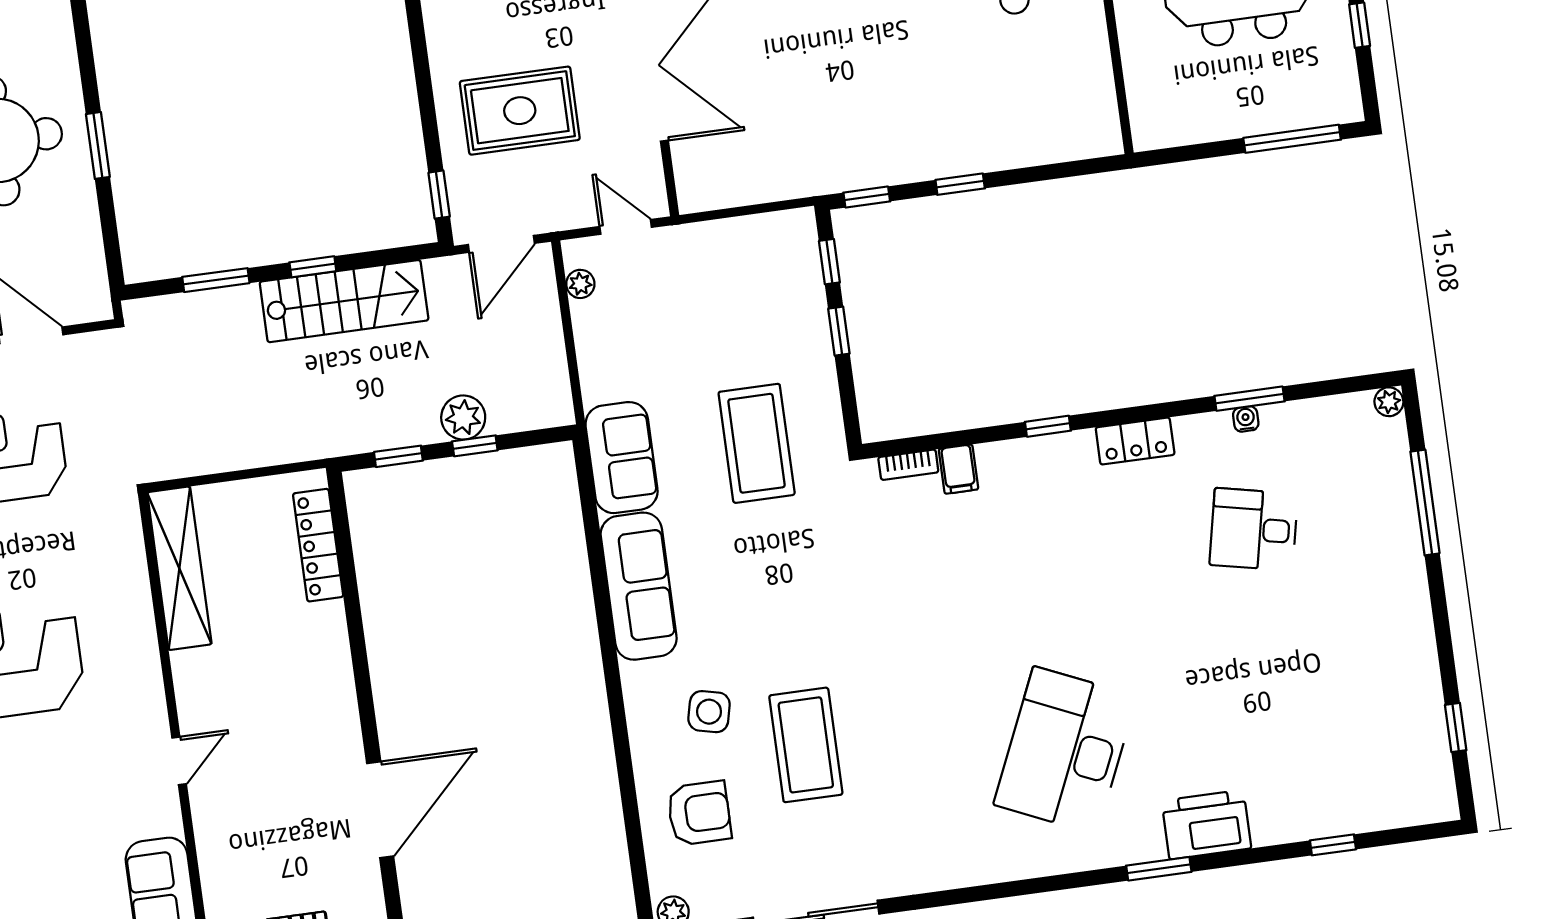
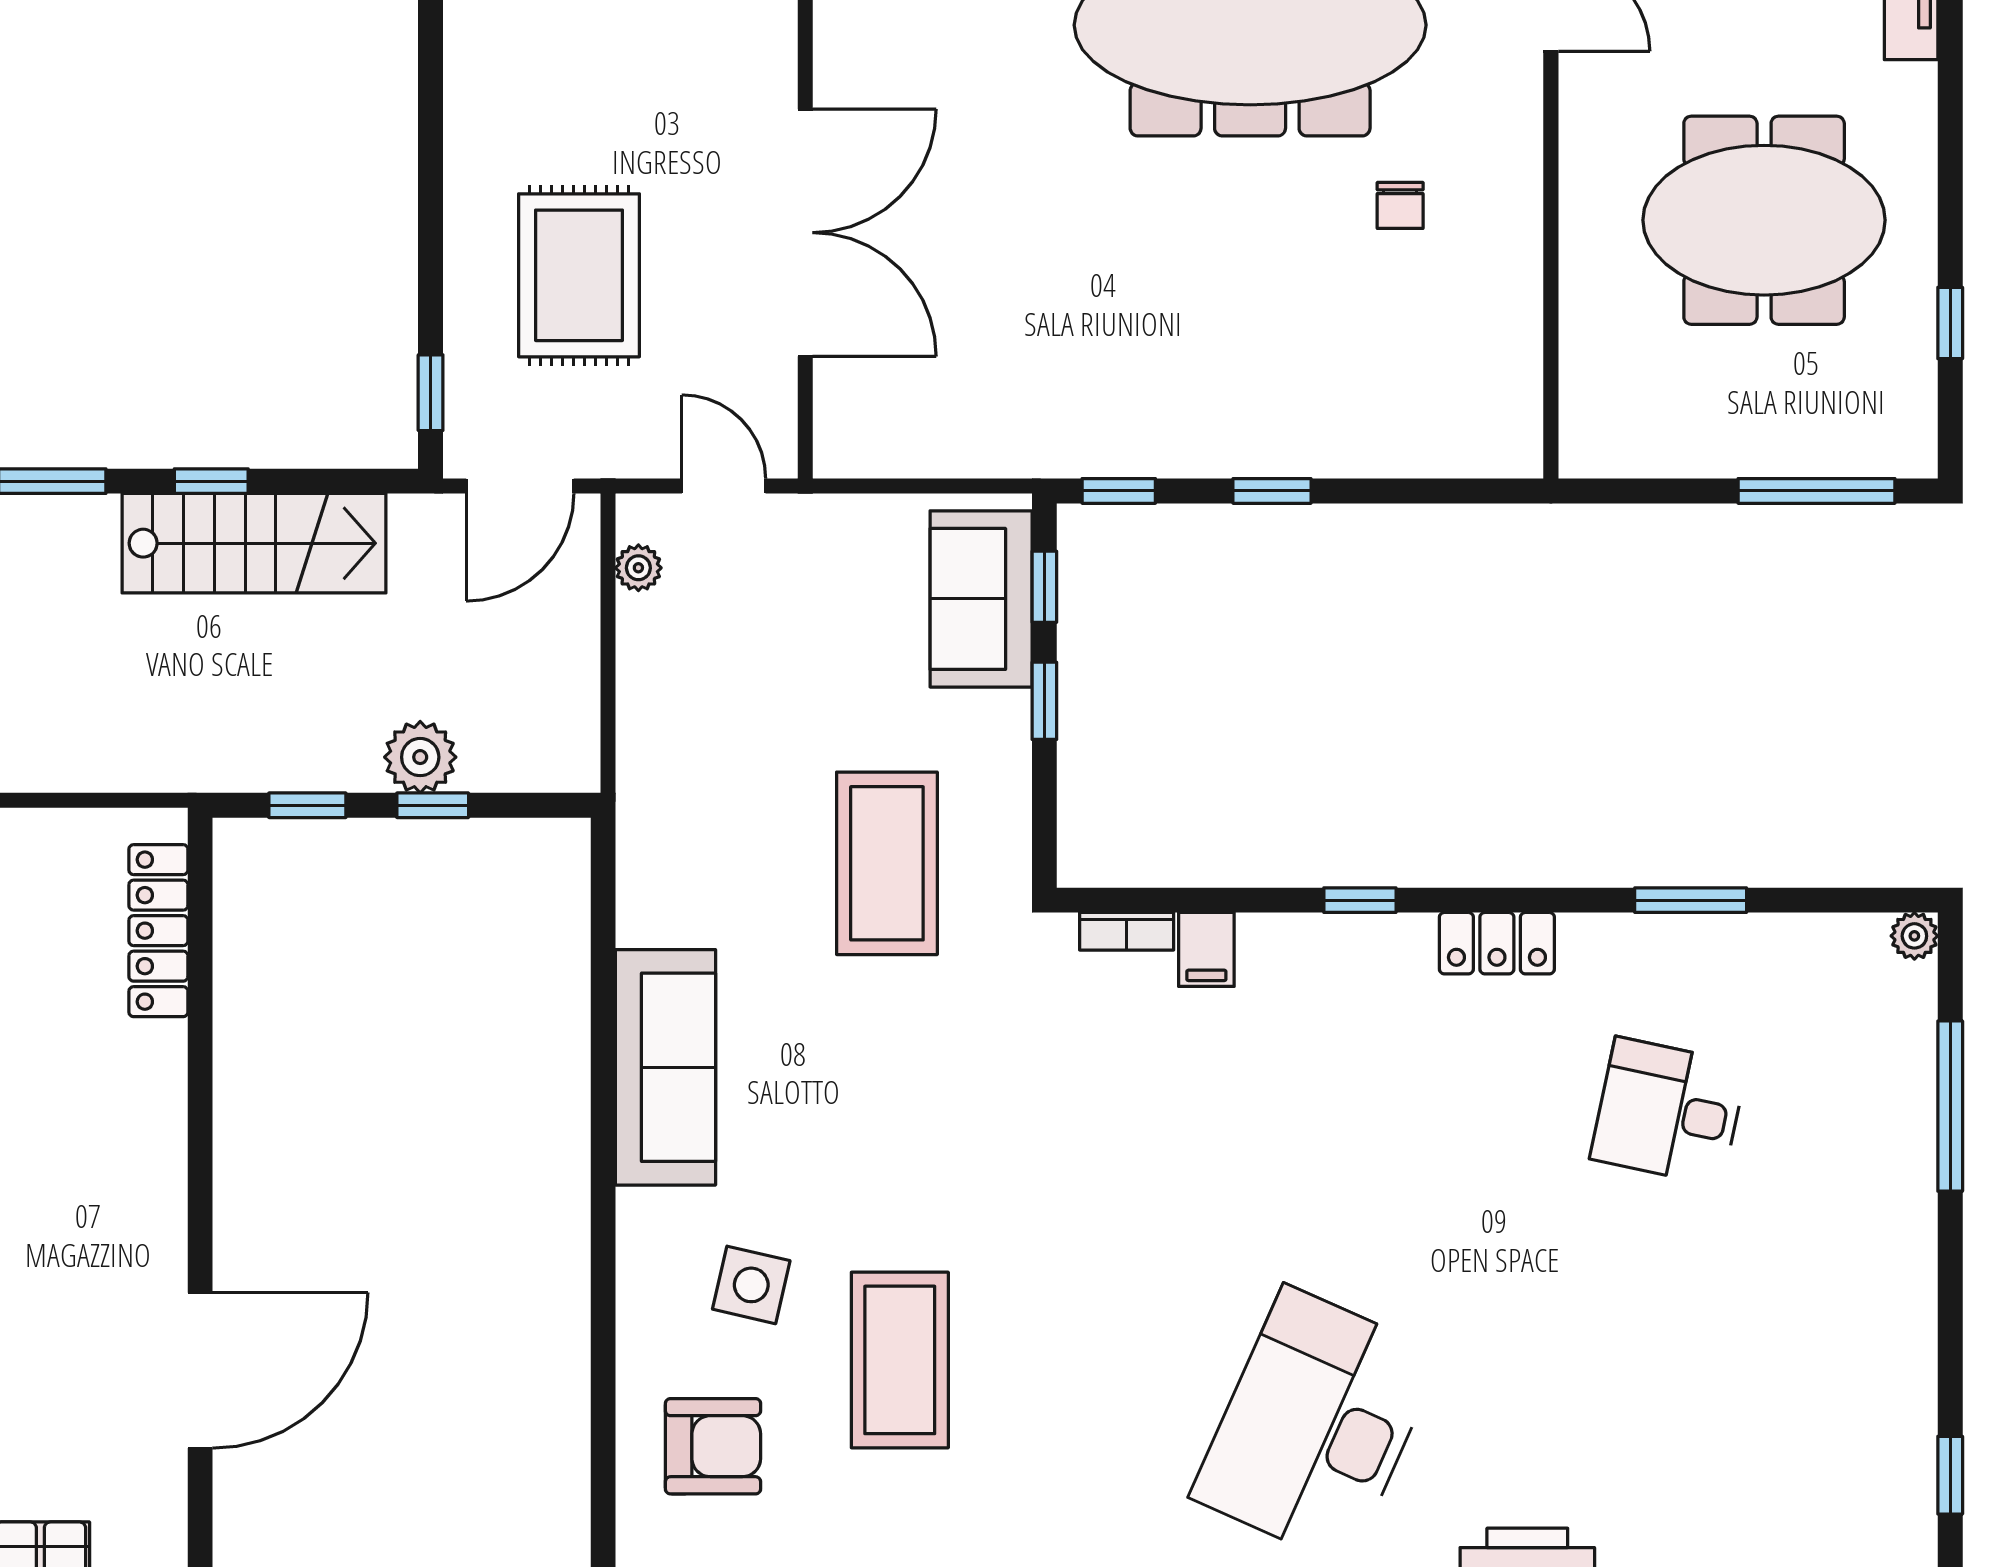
rug: (520, 111) -> (579, 275), turned 90
water cooler: (1246, 419) -> (1680, 932), removed
sofa: (622, 458) -> (981, 599), moved, turned 180

